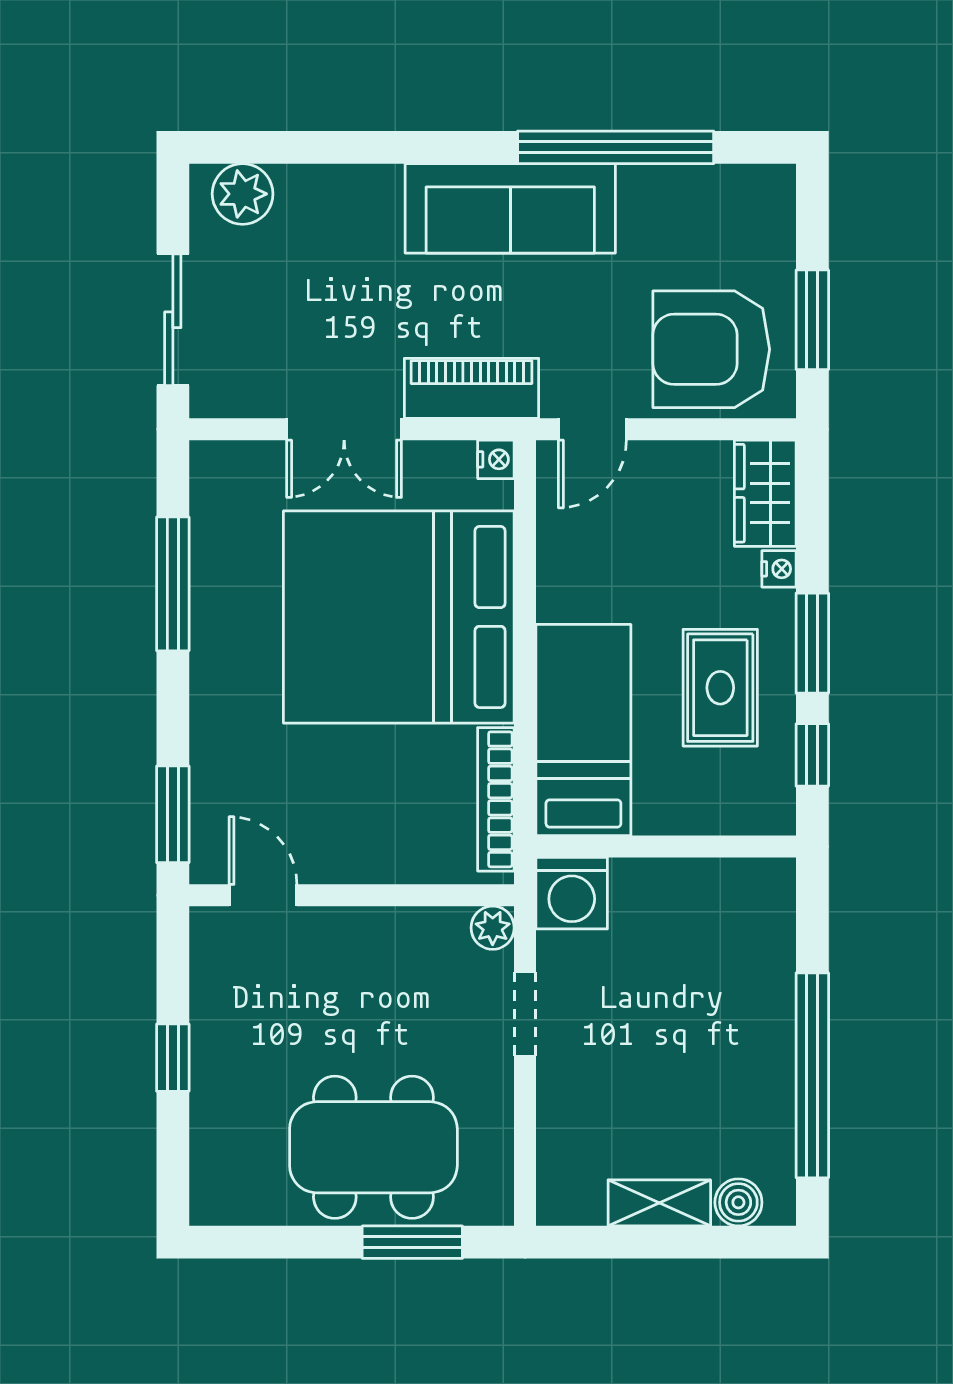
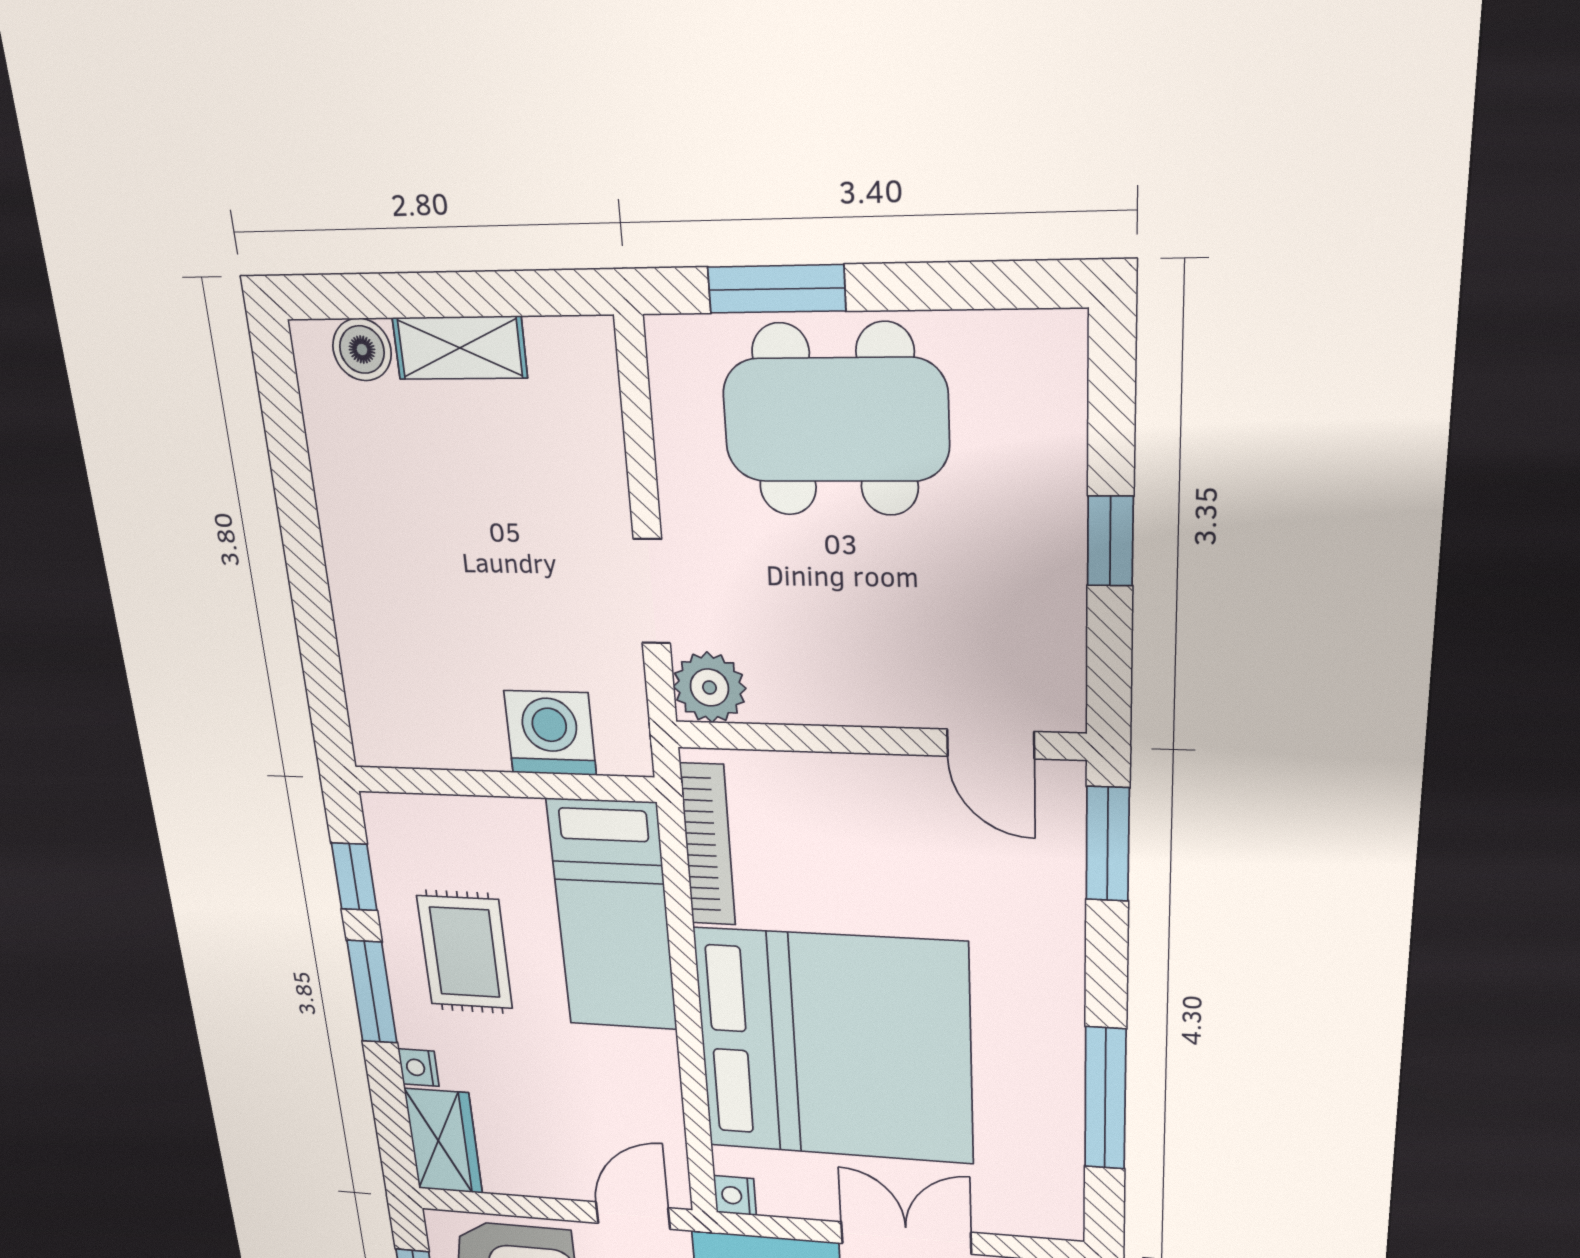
washing machine: (572, 893) -> (550, 733), moved
plant: (493, 928) -> (709, 687), width x1.38, depth x1.38
window: (812, 1075) -> (297, 512), removed

